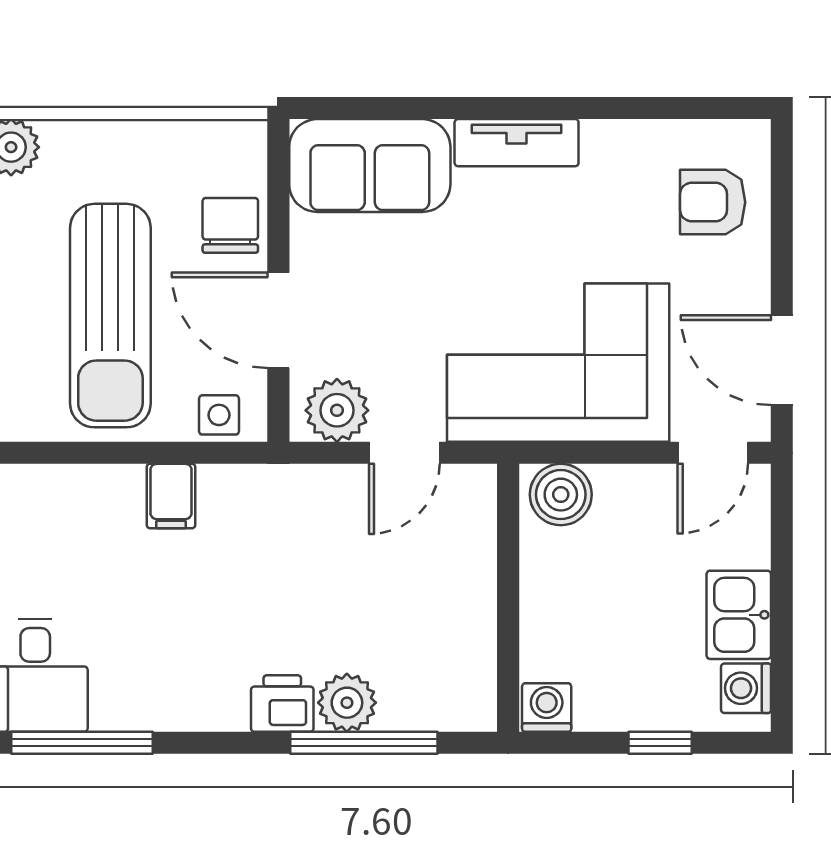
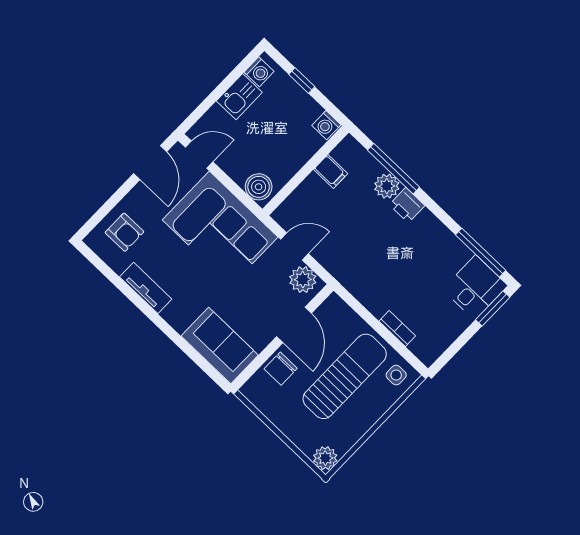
tv unit: (517, 143) -> (146, 288), moved
side table: (219, 415) -> (396, 375), moved
bookcase: (100, 481) -> (397, 328), added
filing cabinet: (171, 496) -> (331, 171), moved, turned 90

